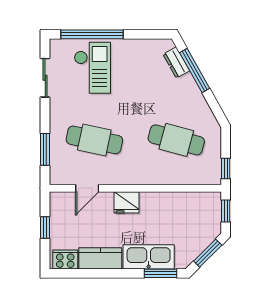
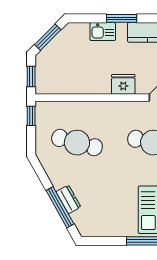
dresser: (176, 63) -> (68, 199), moved
kitchen sink: (149, 257) -> (103, 32), width x0.53, depth x0.81
window: (161, 273) -> (122, 18), moved

